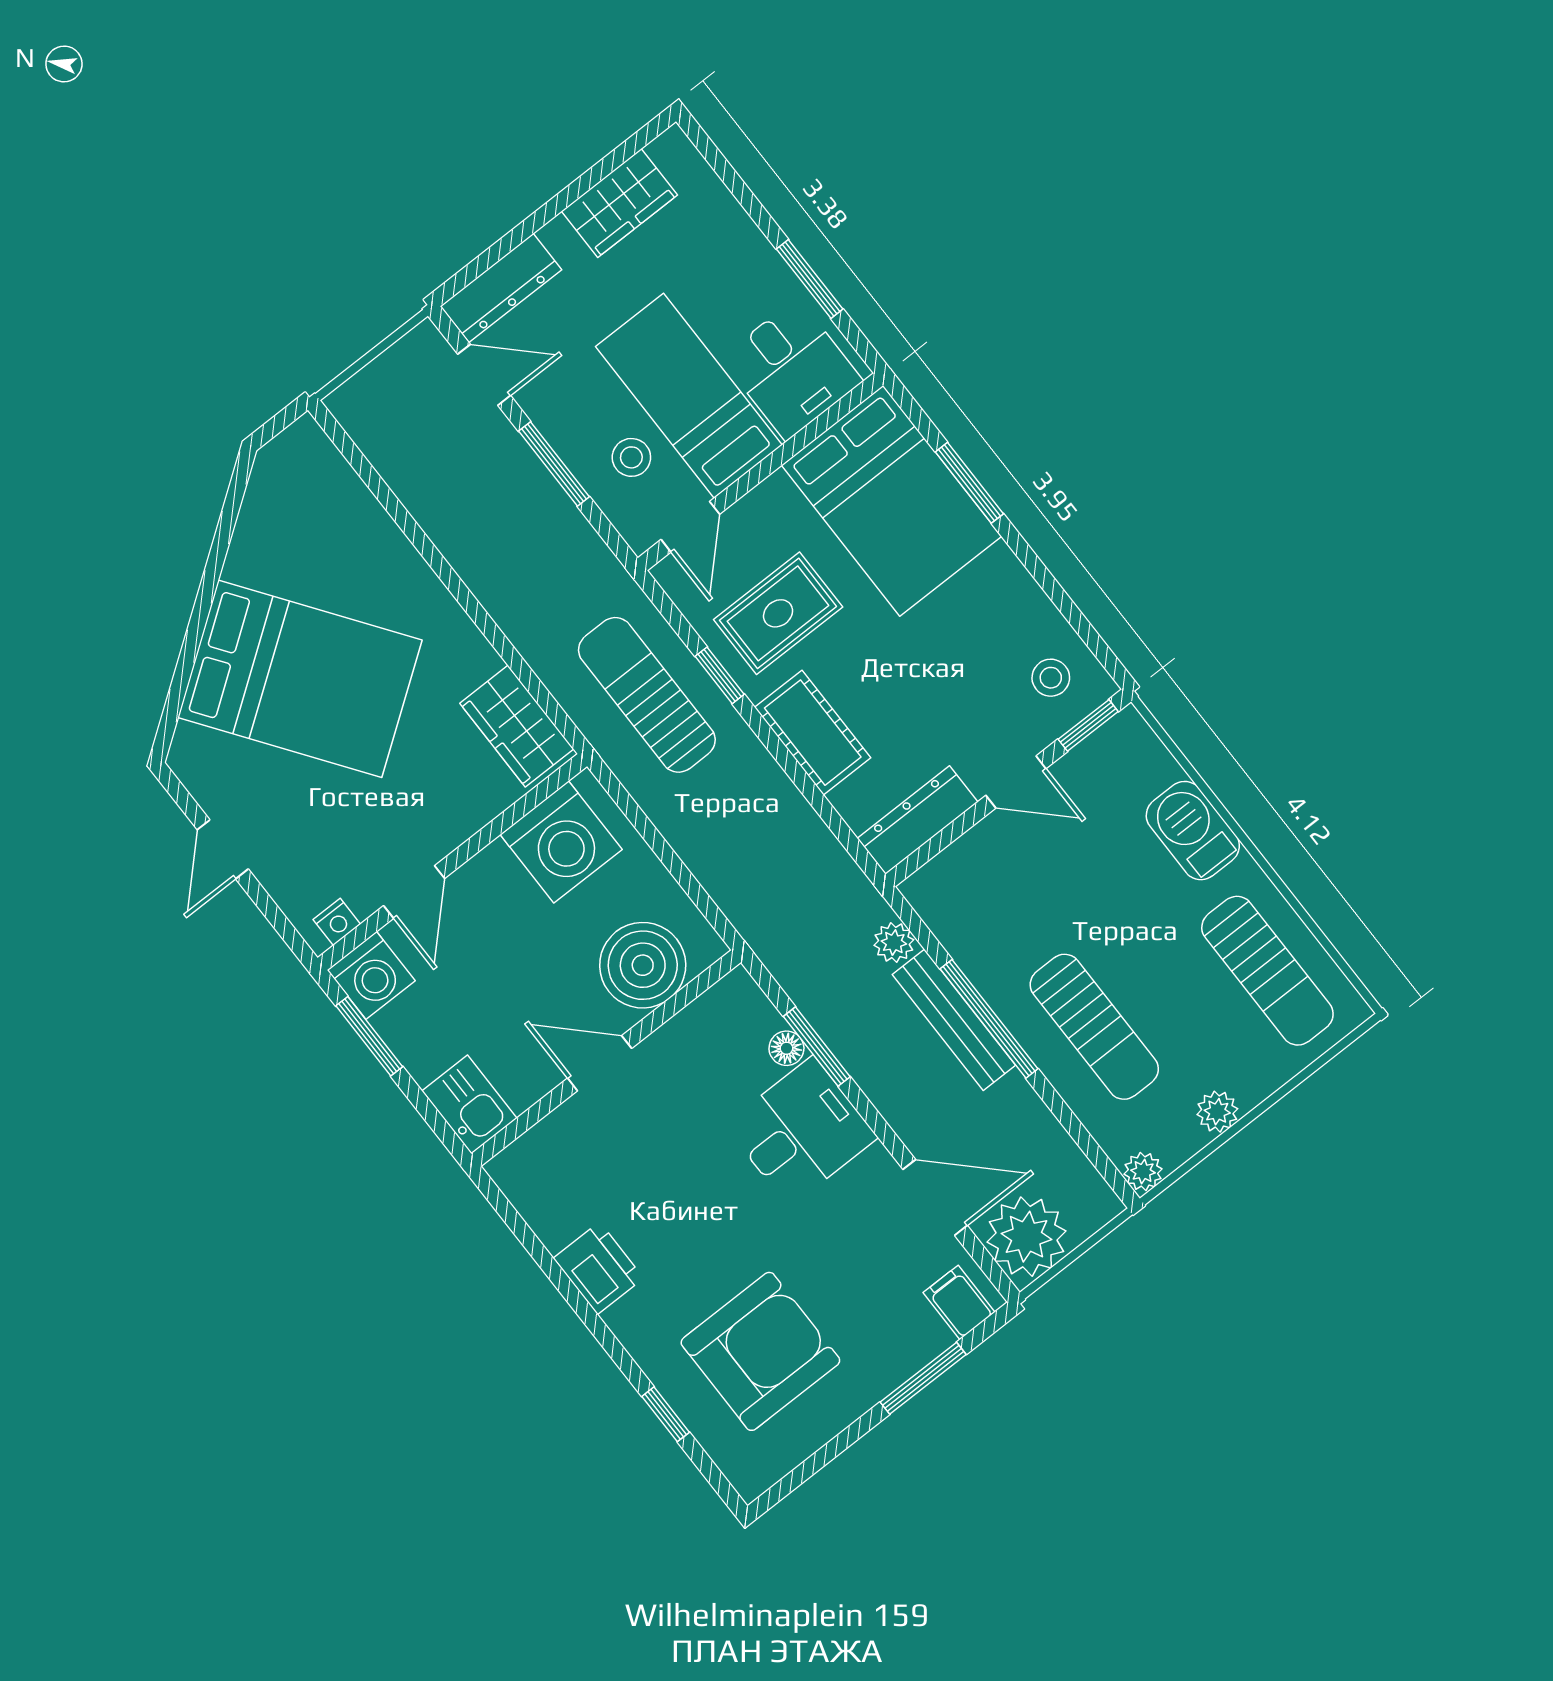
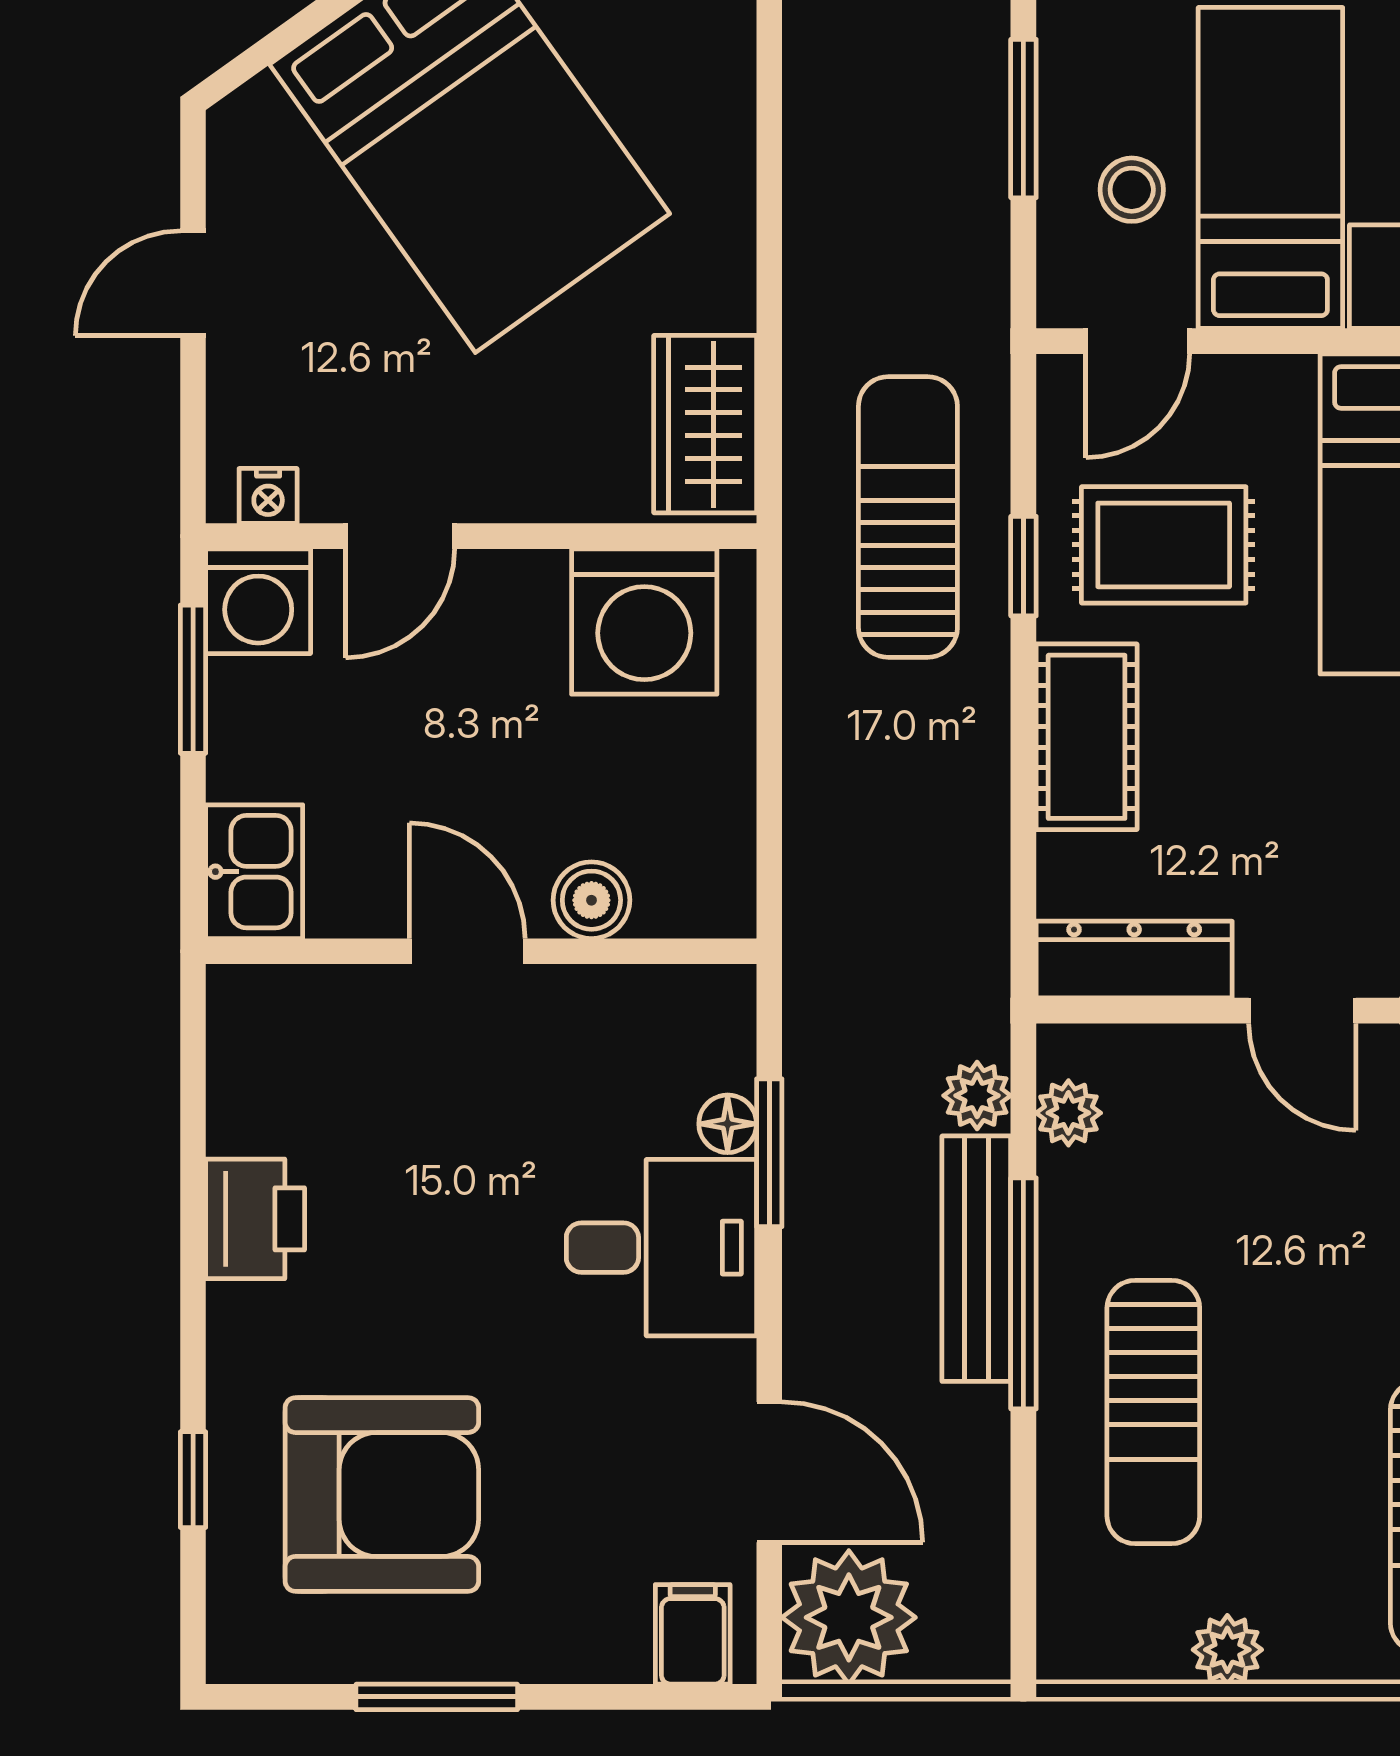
boiler: (643, 965) -> (591, 900), width x0.54, depth x0.54
plant: (1143, 1172) -> (1068, 1113), moved
window: (923, 1378) -> (437, 1697), moved

